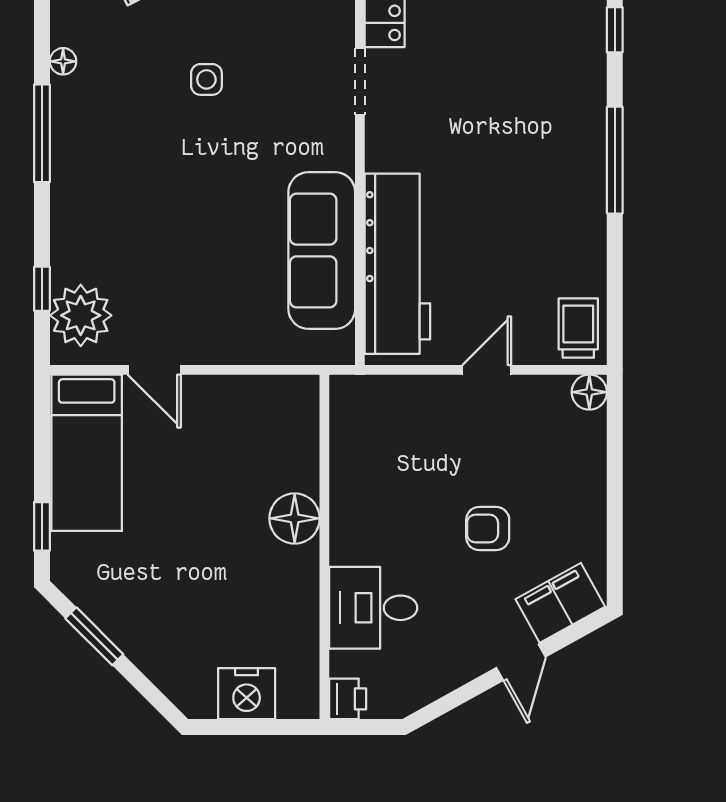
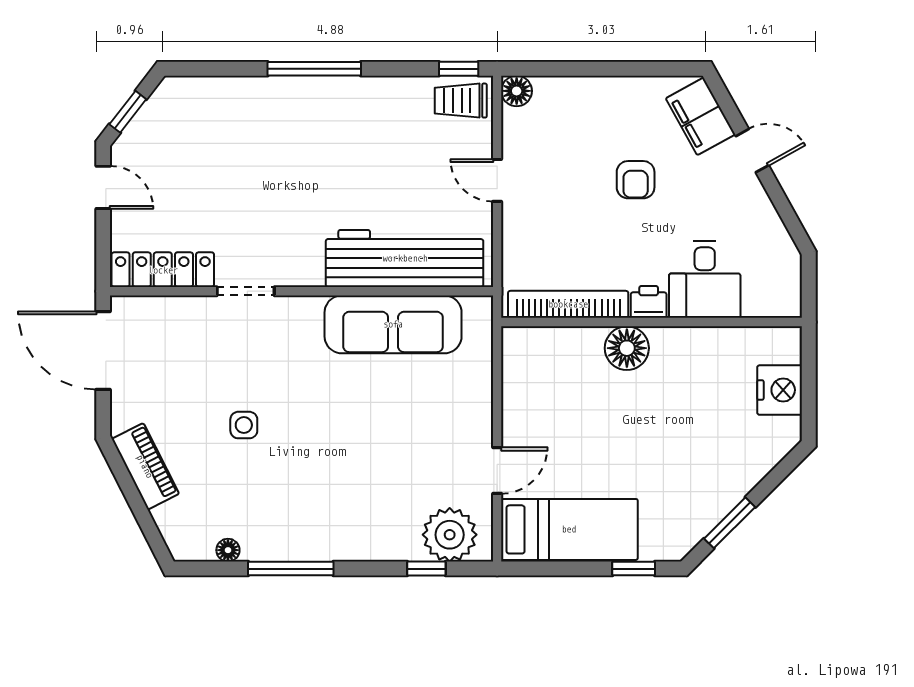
window: (615, 30) -> (459, 69), moved
bookcase: (345, 451) -> (568, 304), added
printer: (348, 699) -> (649, 302), moved

